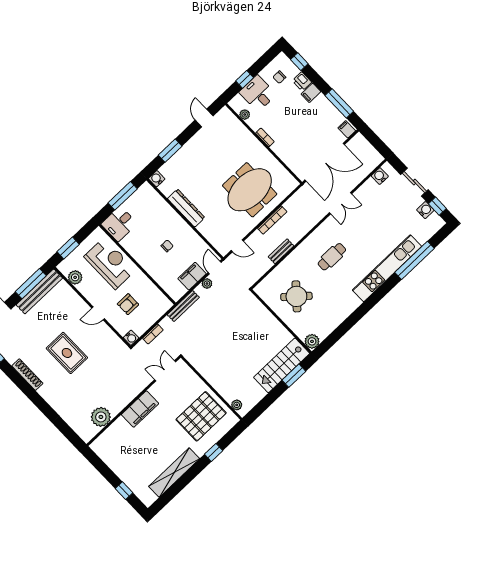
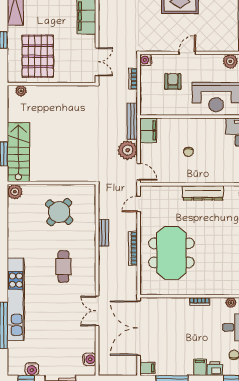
filing cabinet: (192, 276) -> (148, 130), moved
plant: (207, 284) -> (128, 150), width x1.88, depth x1.88

